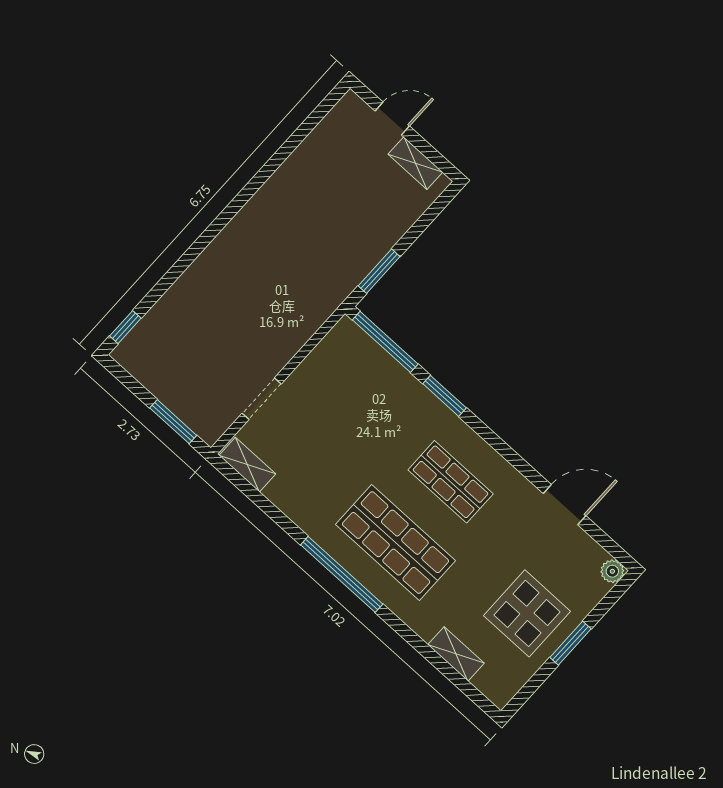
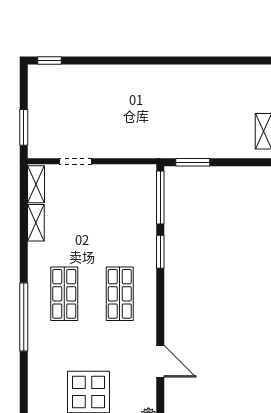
shop shelf: (395, 543) -> (64, 294), width x0.70, depth x0.74
window: (342, 574) -> (24, 317), moved
shelving: (456, 654) -> (36, 223), moved

